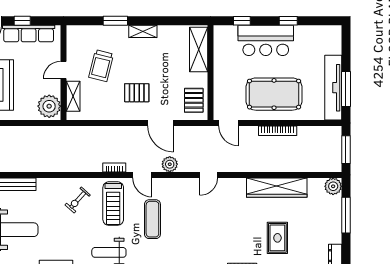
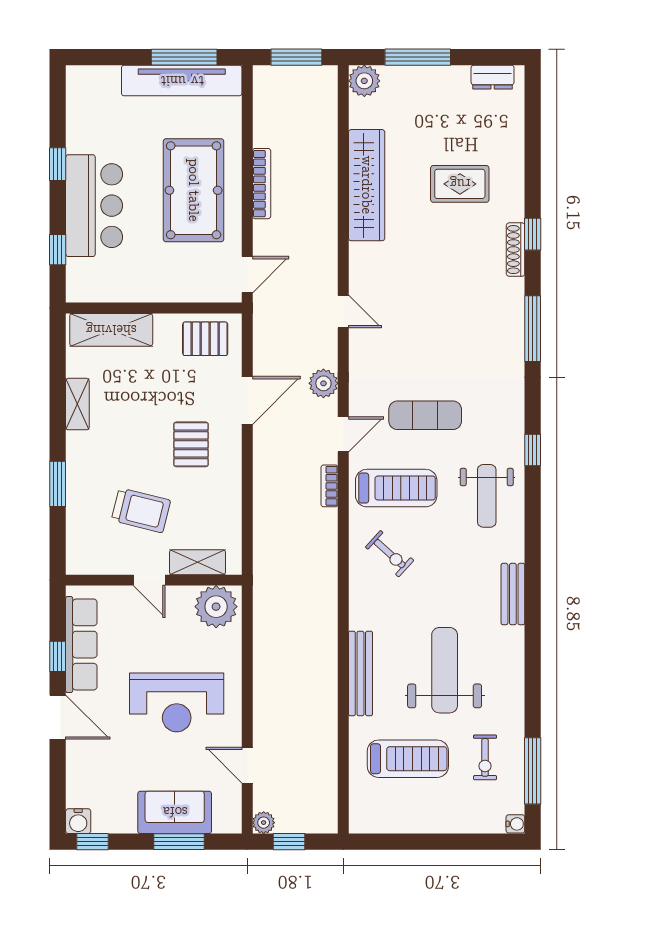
shelving: (143, 31) -> (77, 404), moved

